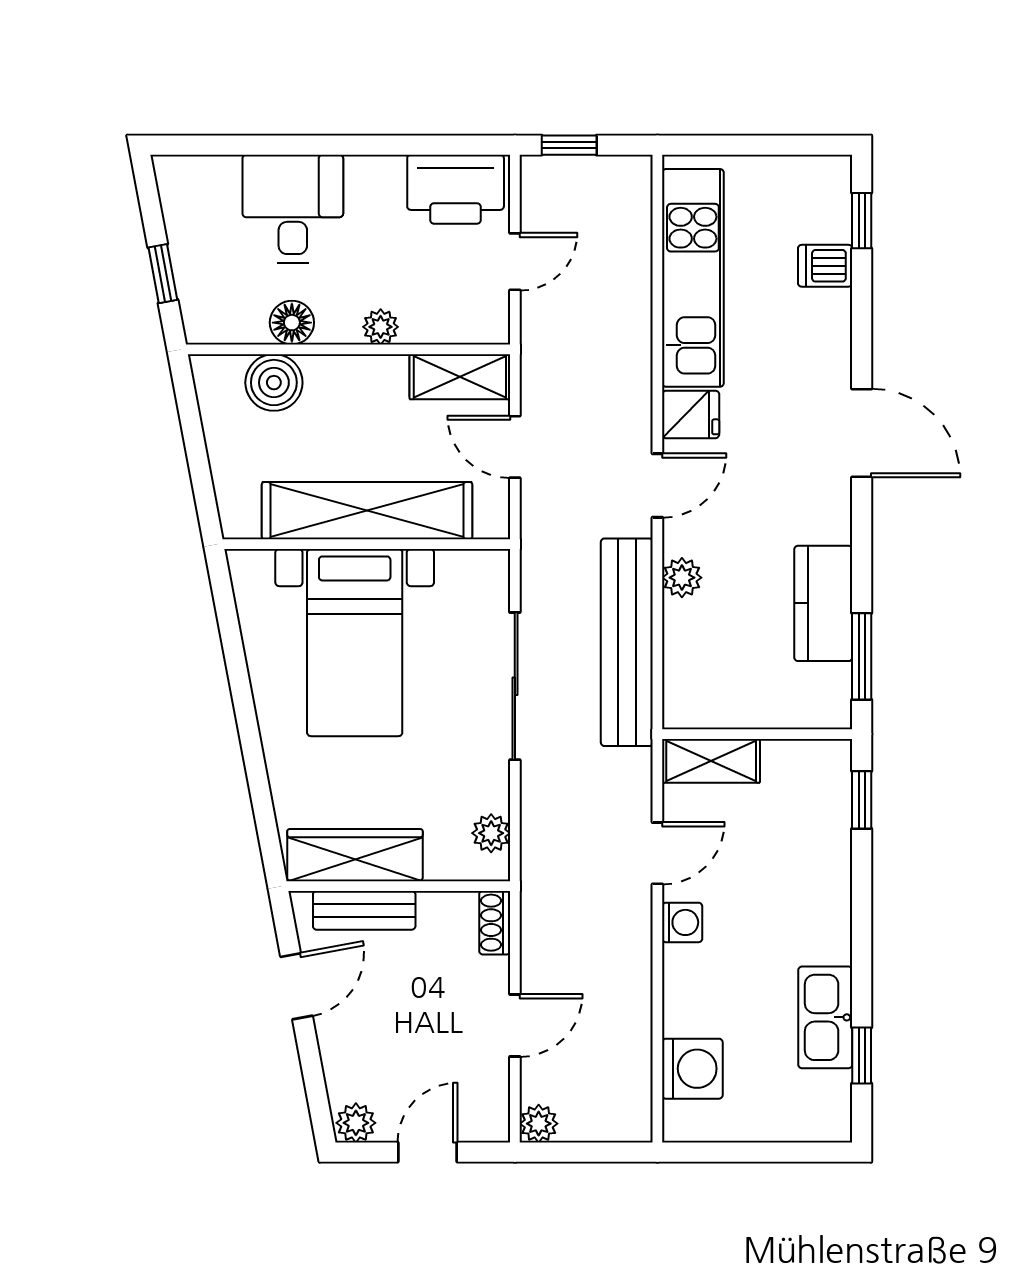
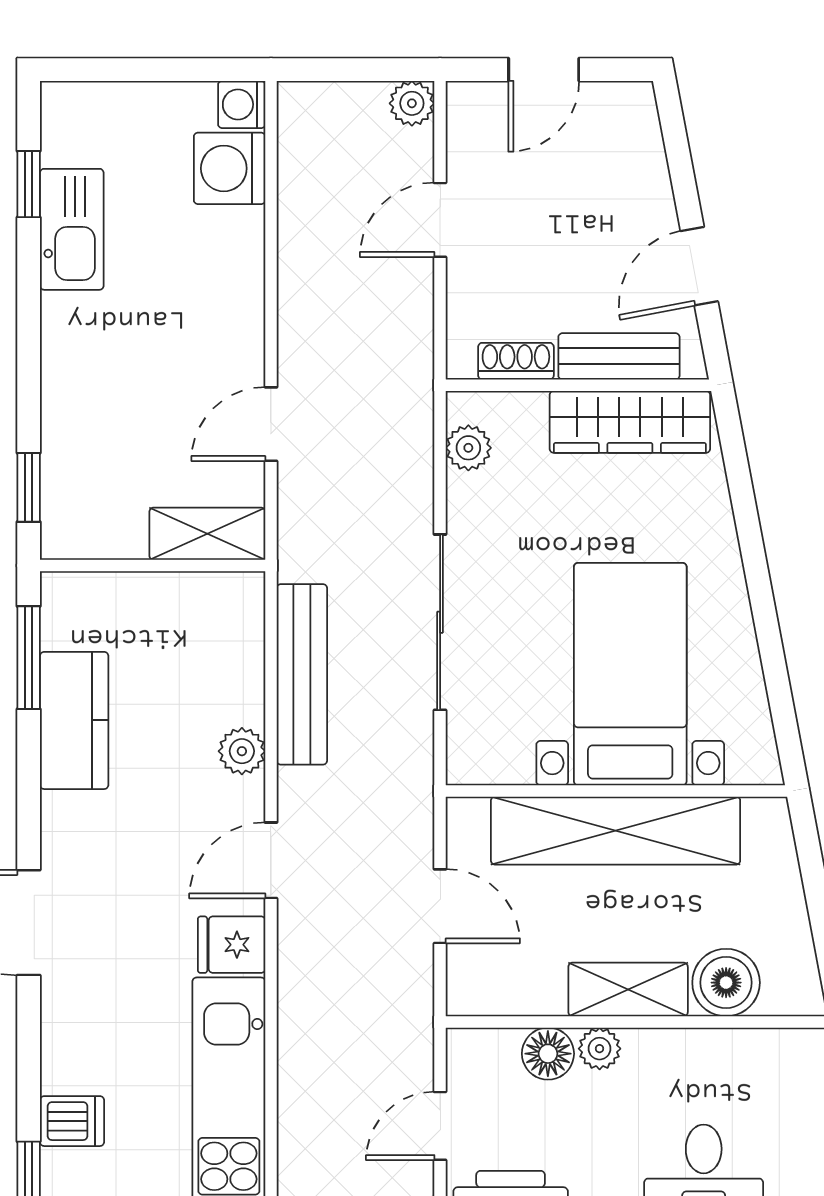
floor lamp: (292, 323) -> (548, 1054), moved
shelving: (460, 377) -> (628, 989), moved
bench: (627, 642) -> (302, 674), width x0.73, depth x0.82
washing machine: (682, 922) -> (242, 104), moved
shoe rack: (495, 923) -> (516, 361), moved, turned -90
plant: (356, 1123) -> (629, 104), removed

